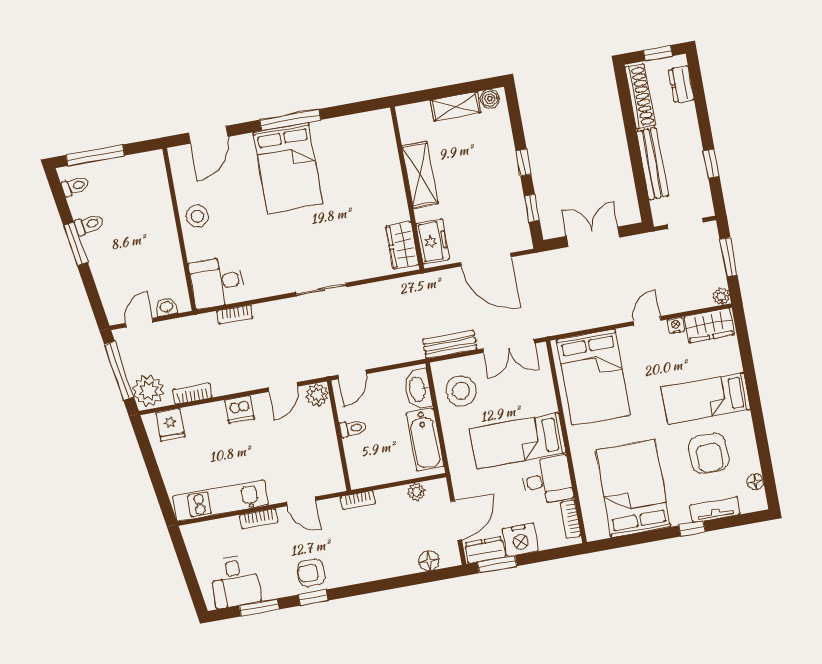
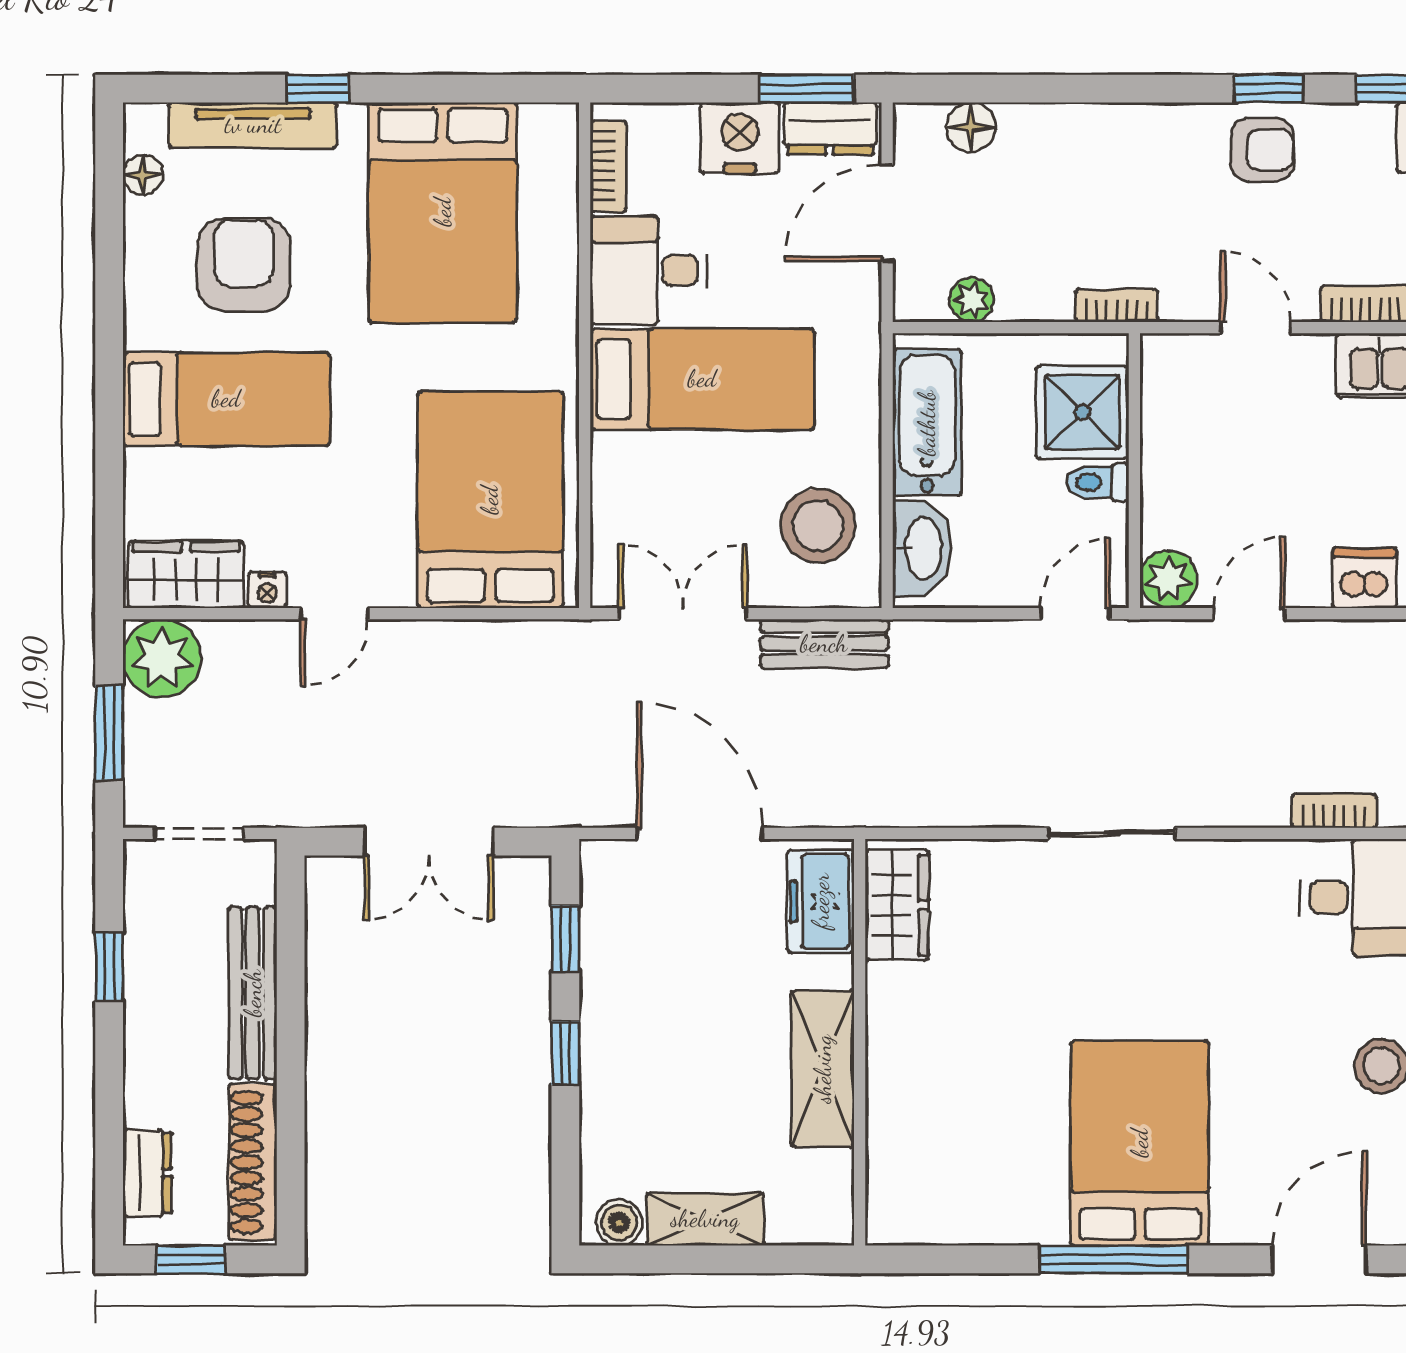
plant: (721, 296) -> (162, 658), width x1.87, depth x1.87
shower: (364, 455) -> (1082, 412), added
tv unit: (715, 509) -> (253, 125), width x1.41

